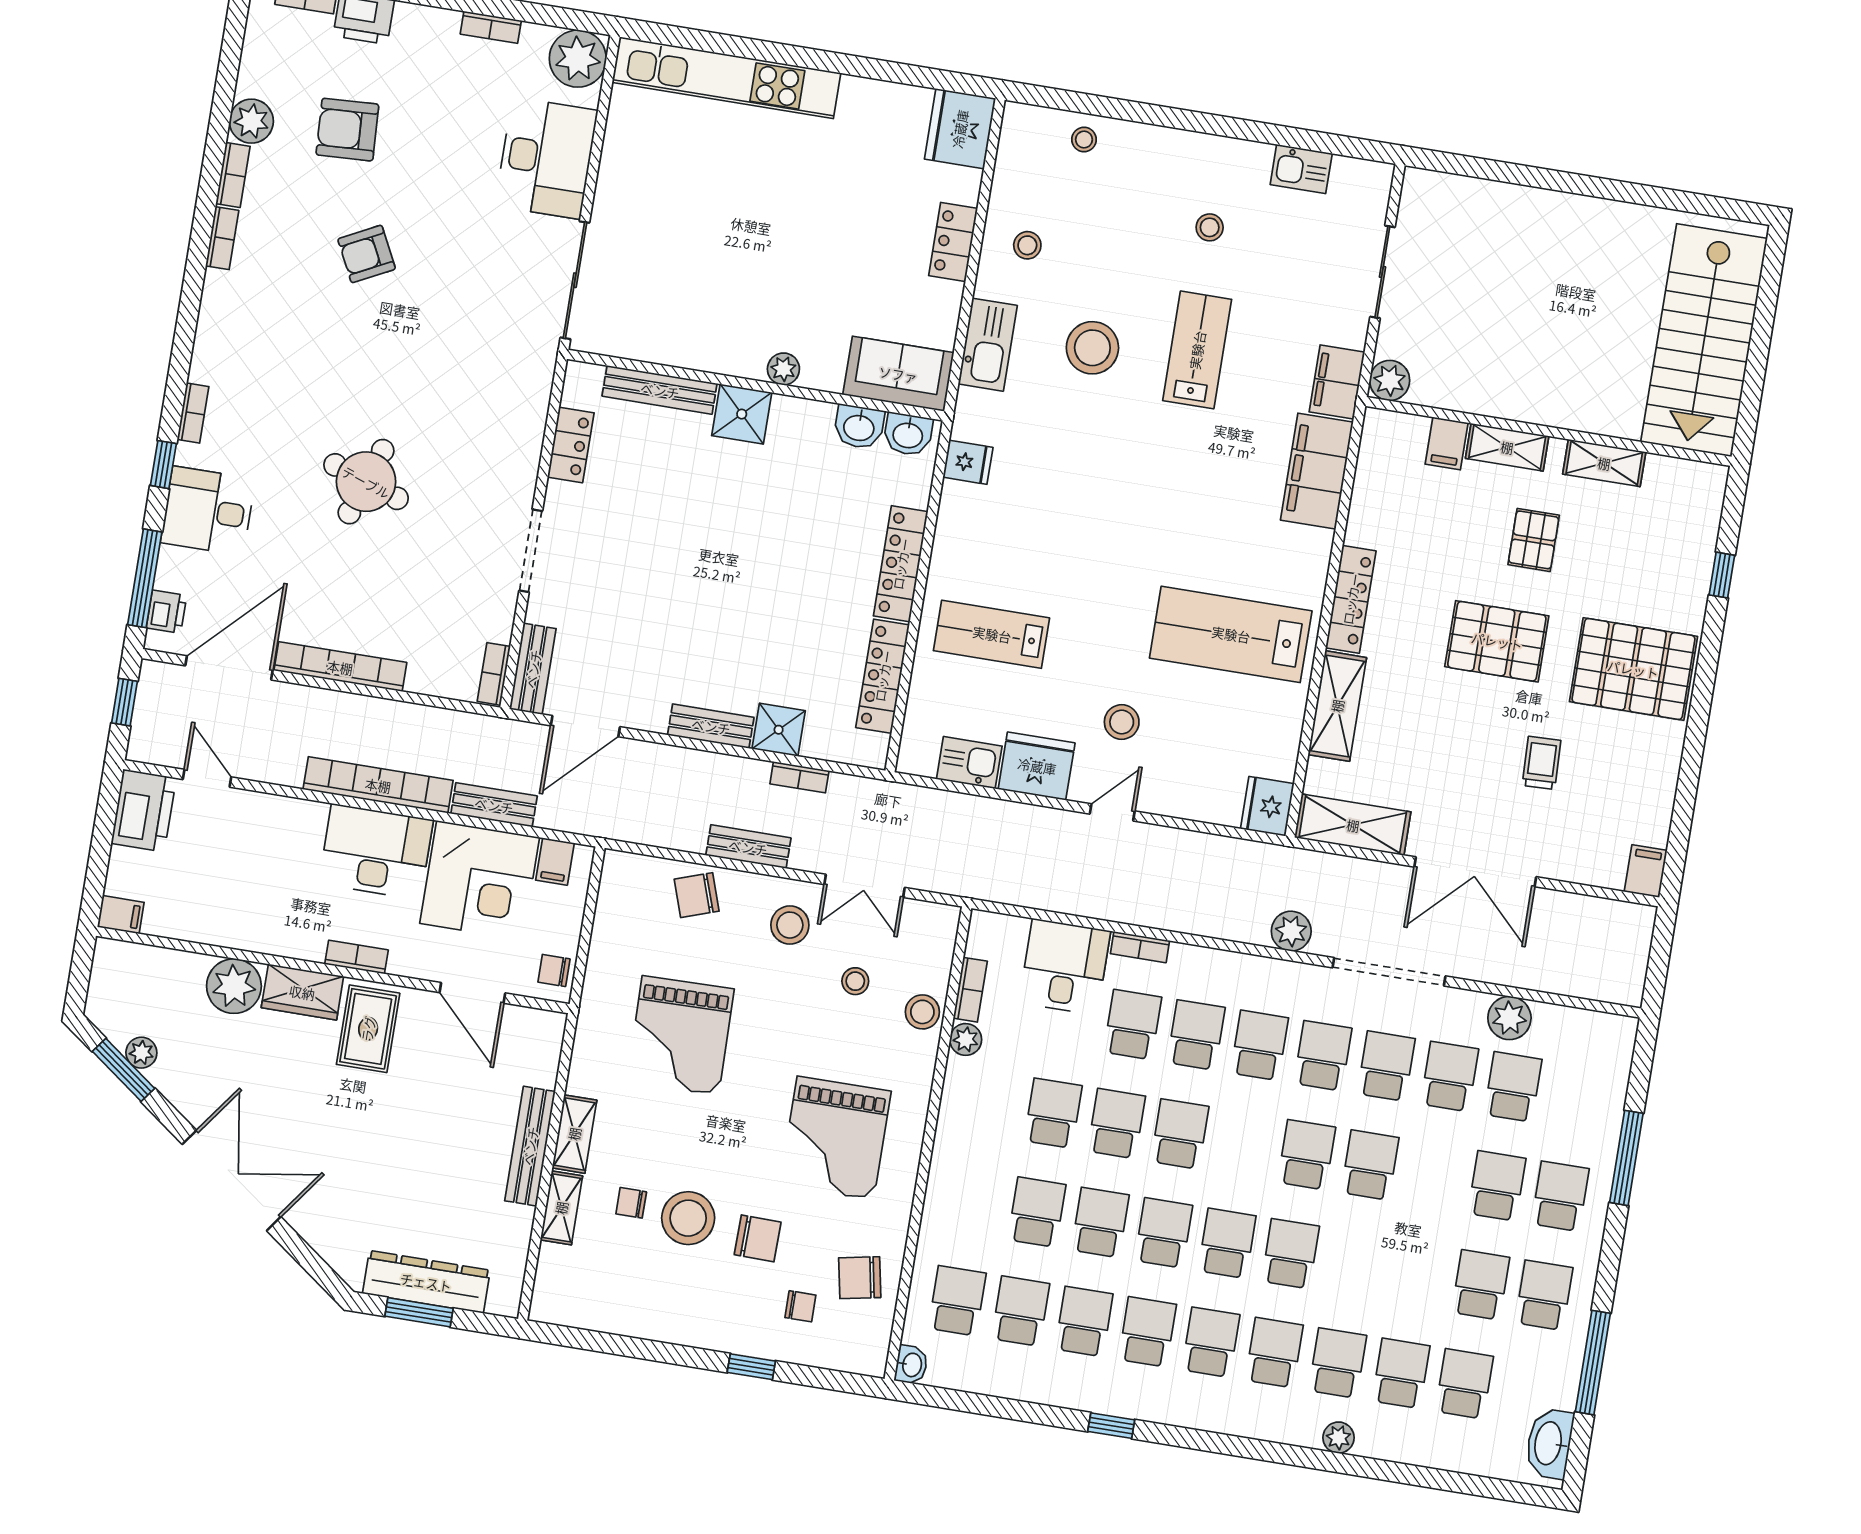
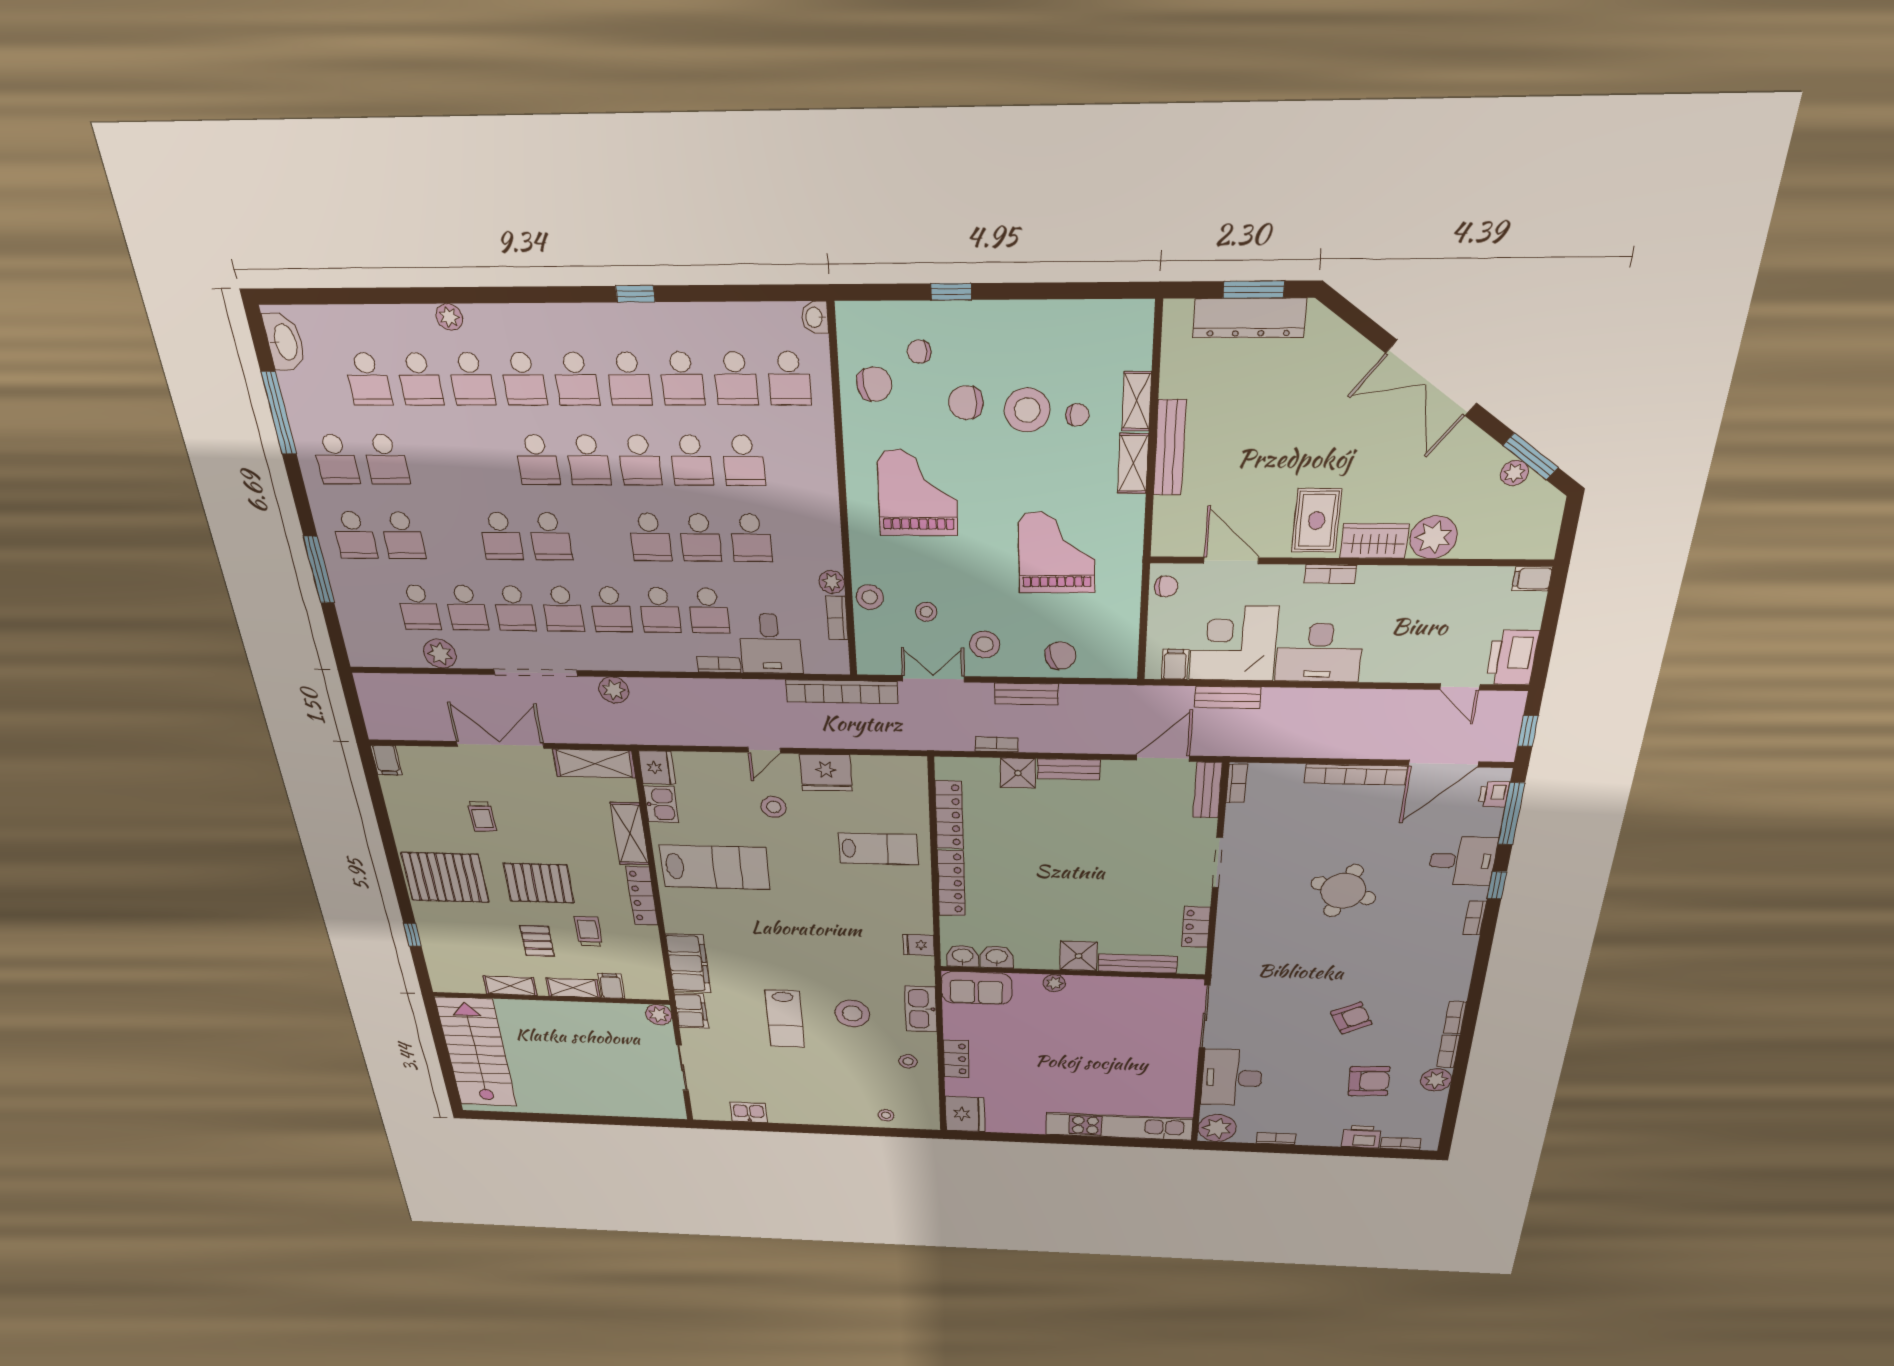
stool: (1210, 227) -> (796, 1080), removed
trolley: (1450, 547) -> (588, 931), added
kitchen sink: (969, 763) -> (661, 804), moved, turned -90
bookcase: (378, 785) -> (842, 692), moved

